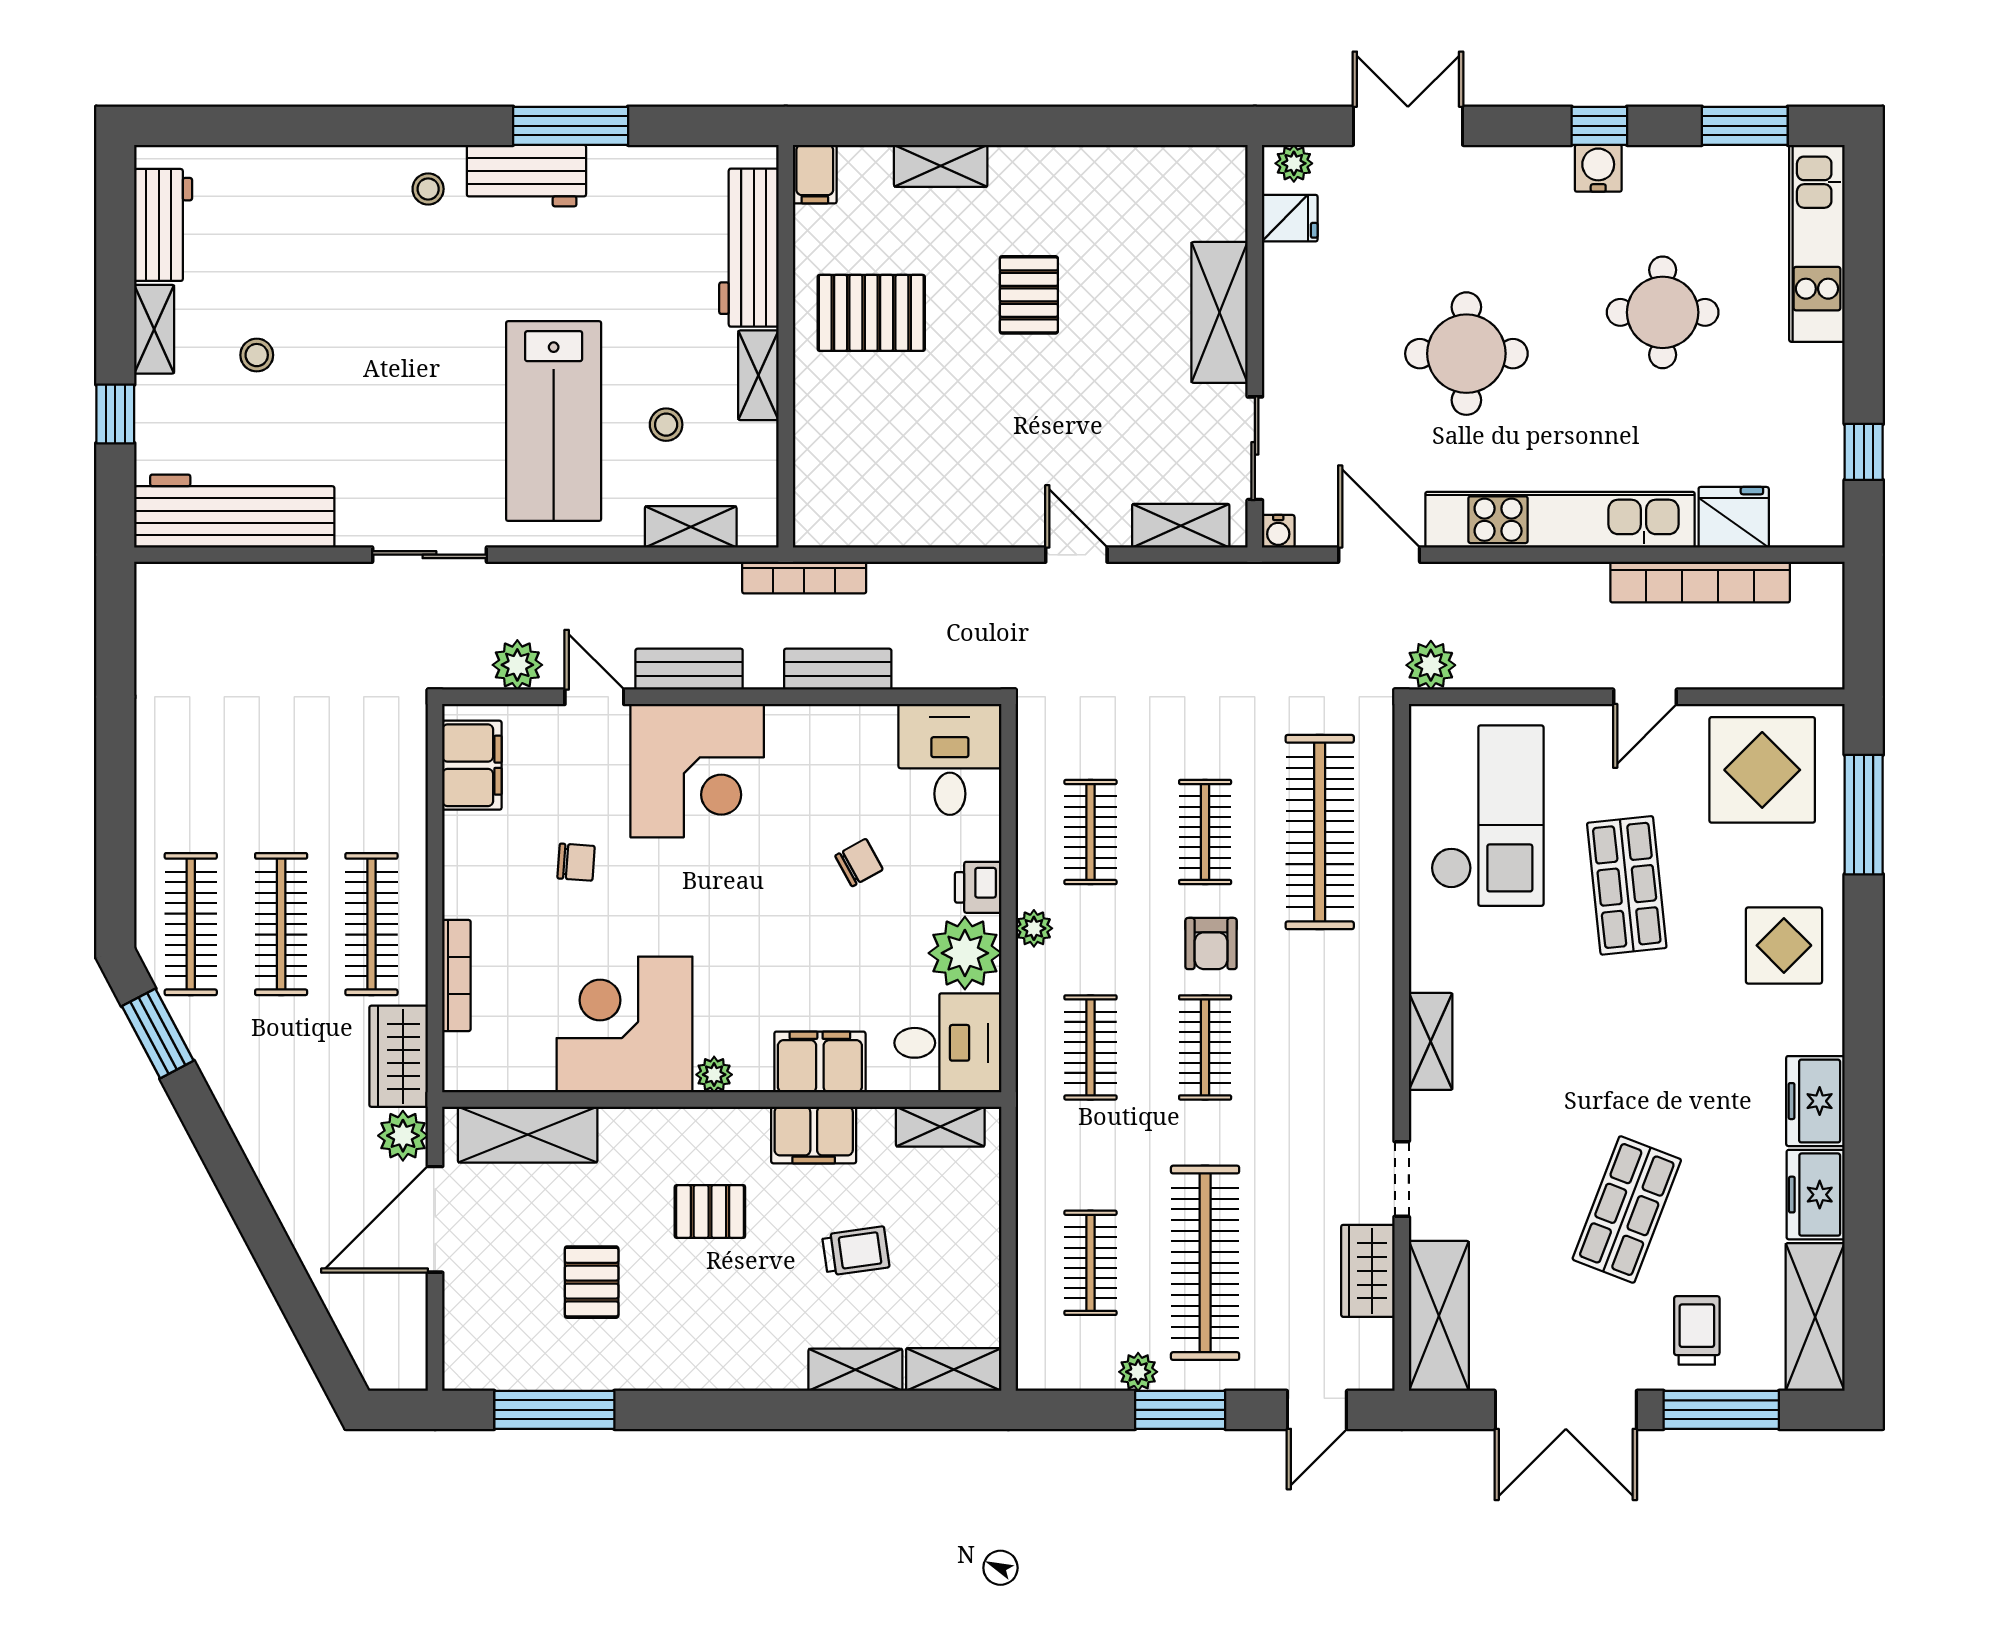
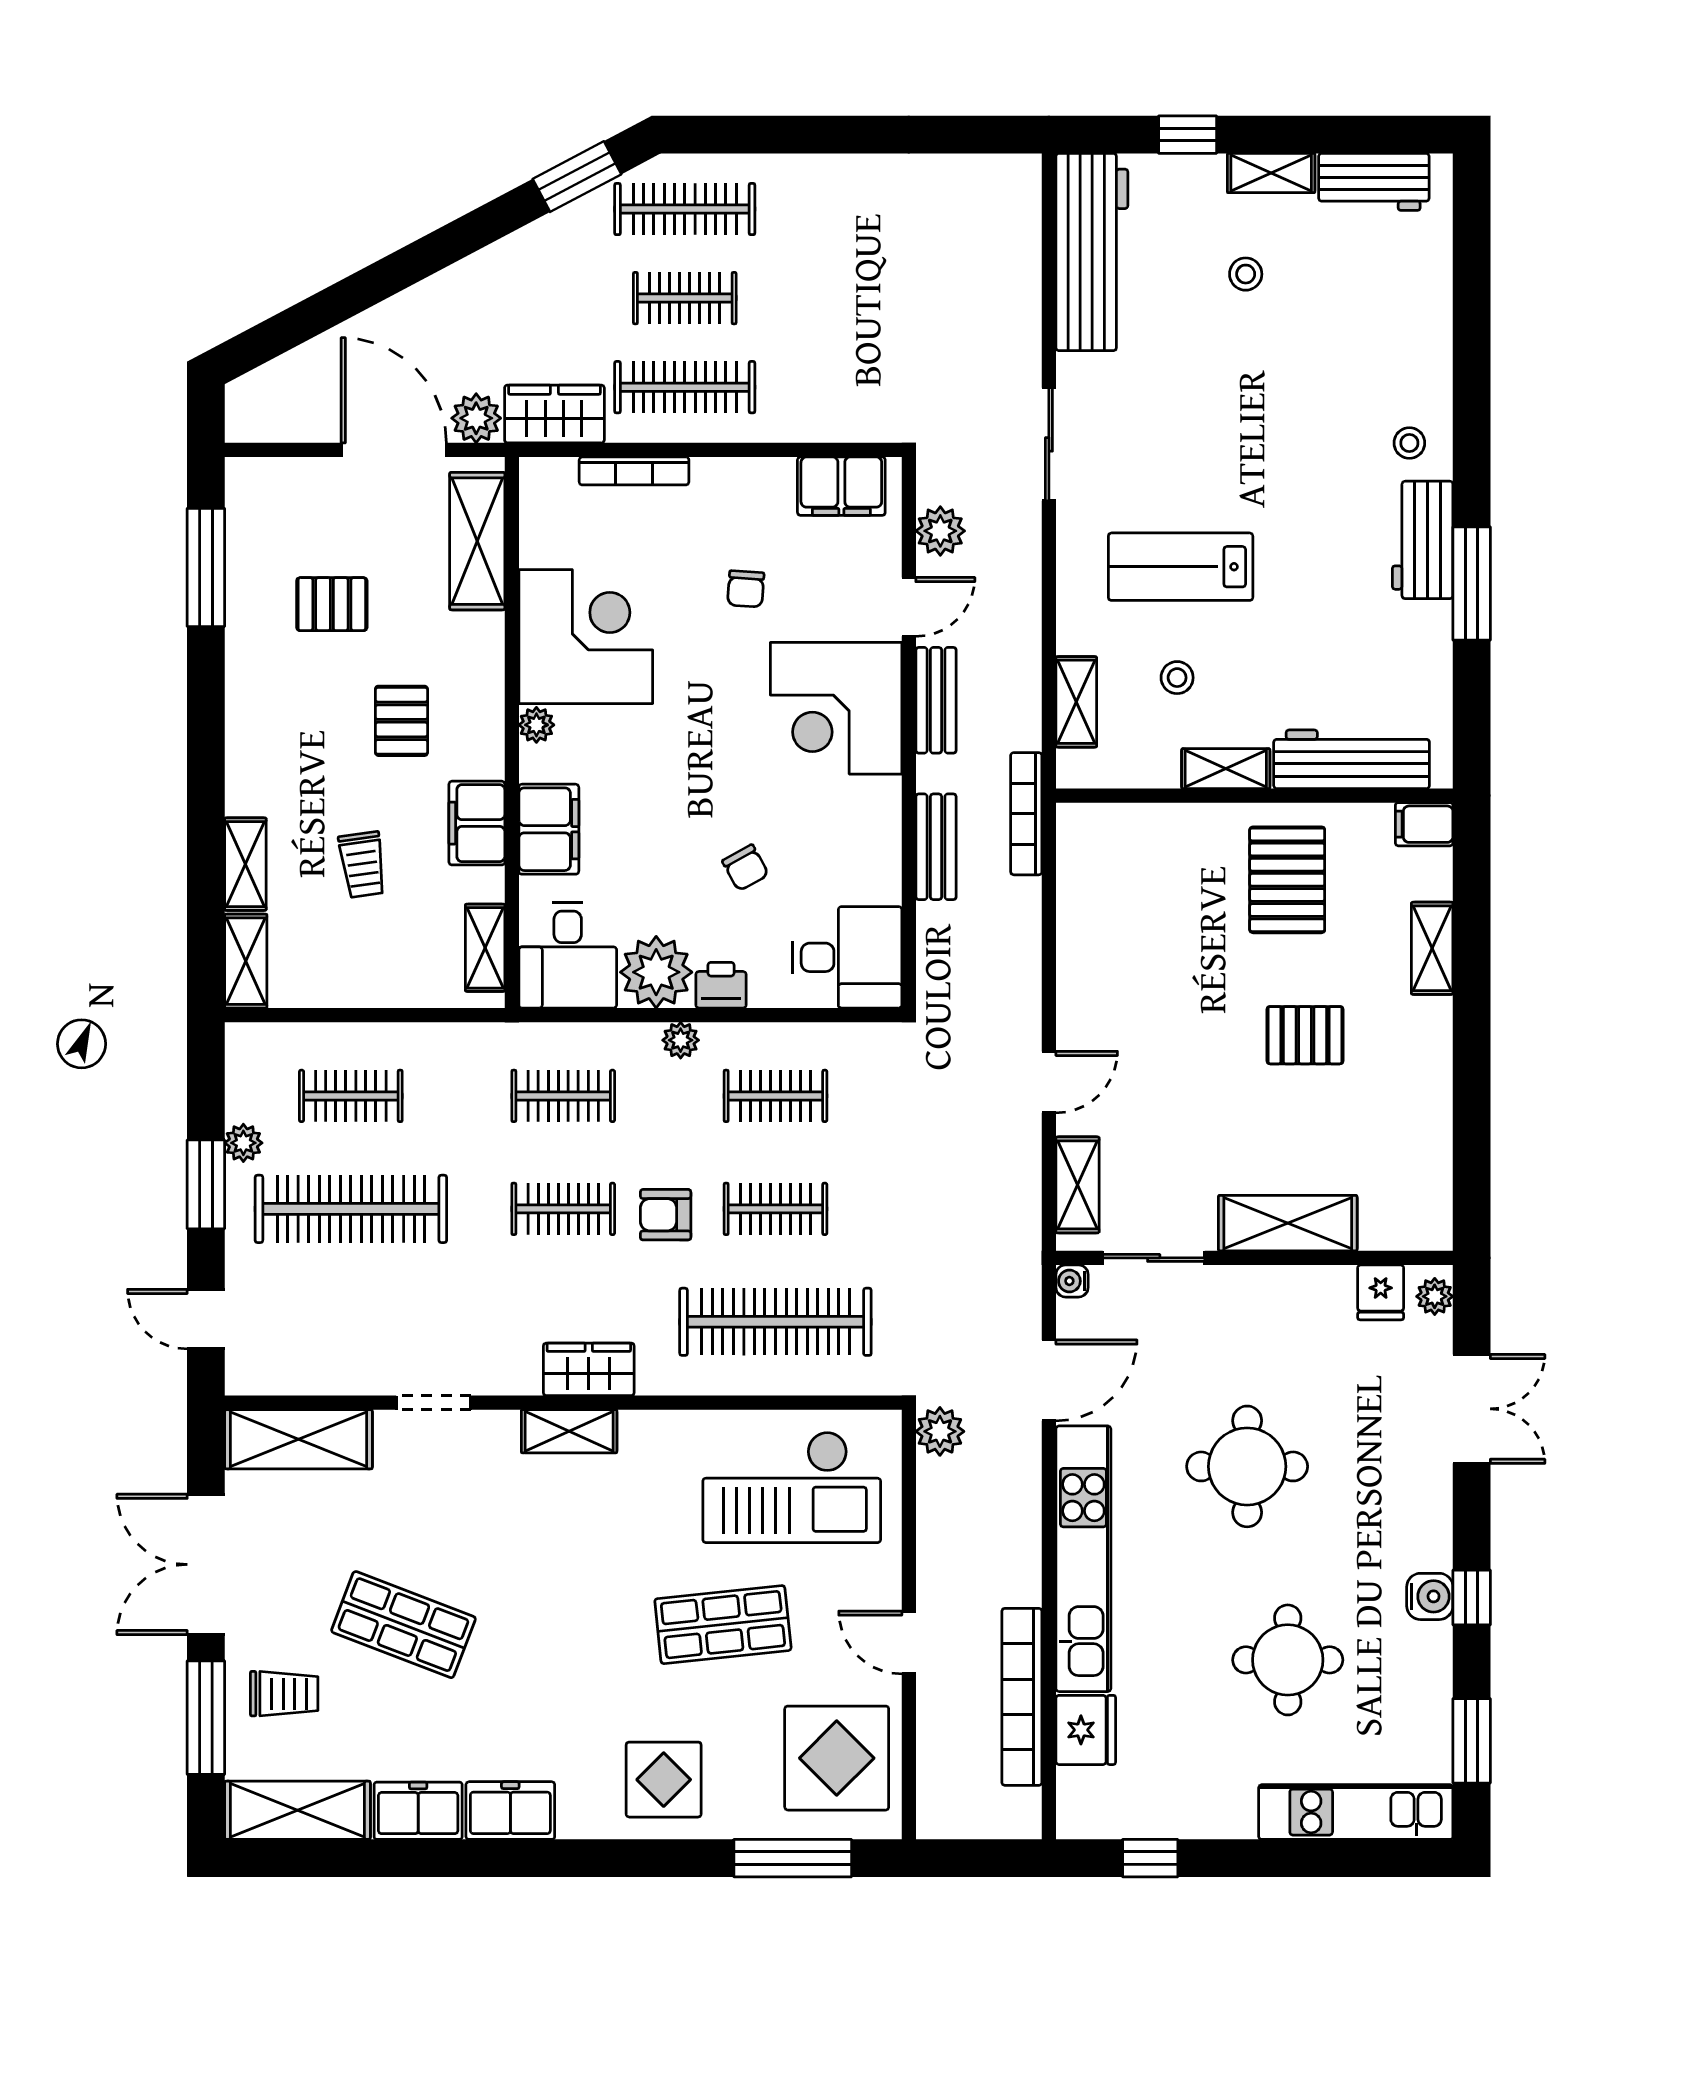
lab bench: (554, 421) -> (1181, 567), width x0.73, depth x0.72
clothes rail: (281, 924) -> (685, 298), width x0.73
wardrobe: (1368, 1271) -> (589, 1369), moved

